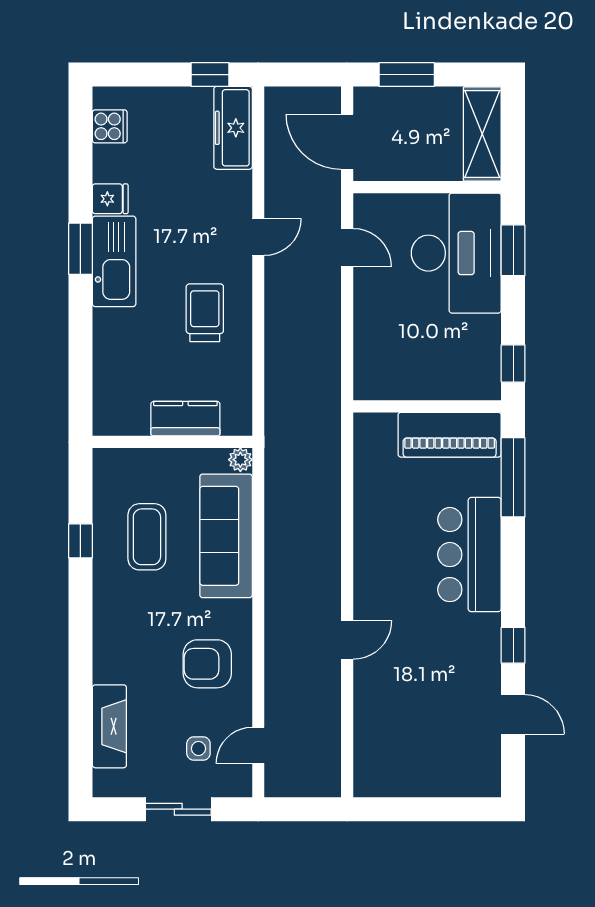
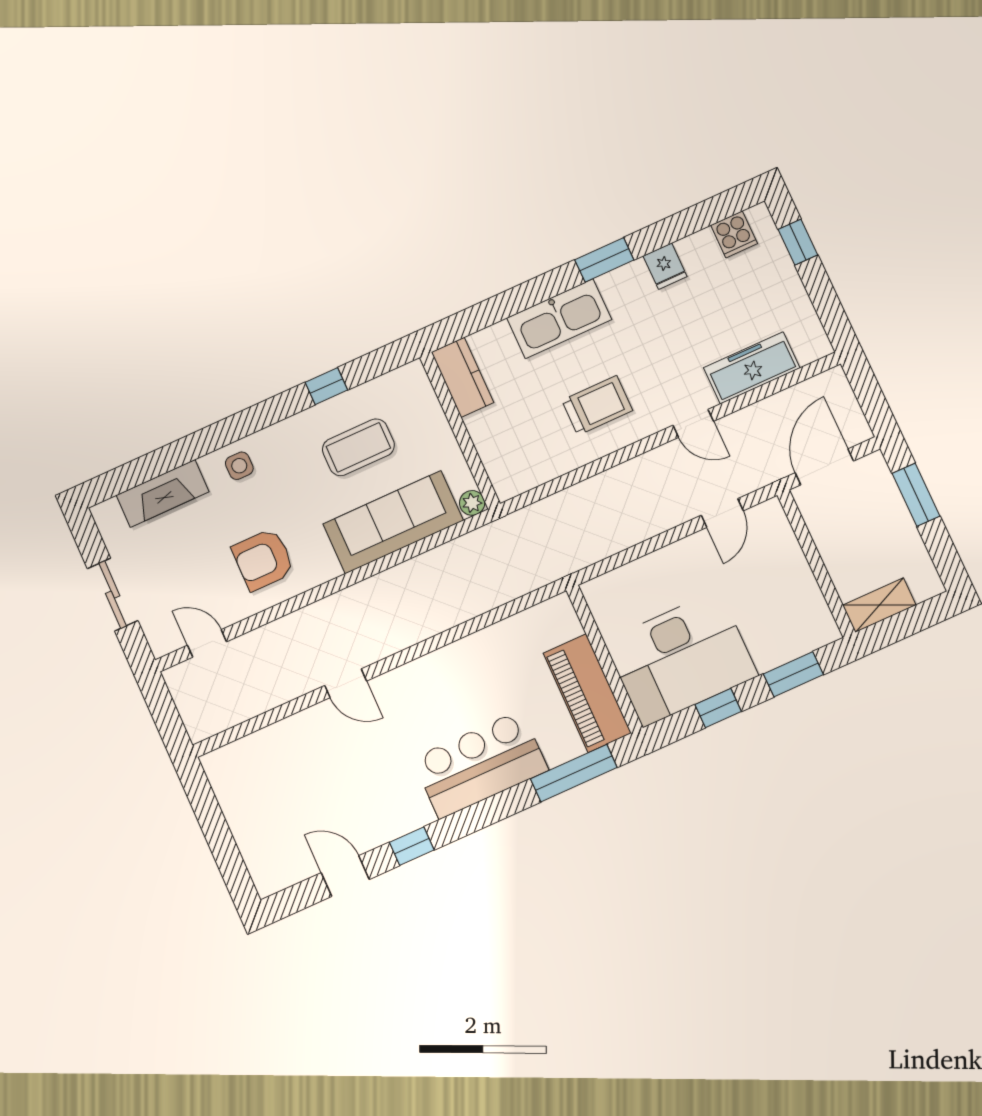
window: (210, 75) -> (798, 242), moved
freezer: (233, 128) -> (752, 368), moved
shelving: (482, 134) -> (879, 605), width x0.67, depth x0.75
desk: (456, 253) -> (681, 658), moved
kitchen sink: (114, 261) -> (559, 319), moved
window: (513, 363) -> (718, 708), moved
kitchen counter: (185, 419) -> (462, 377), moved
armchair: (207, 664) -> (263, 560), turned -90
door: (513, 714) -> (345, 876), swing flipped
side table: (198, 749) -> (239, 466), moved

